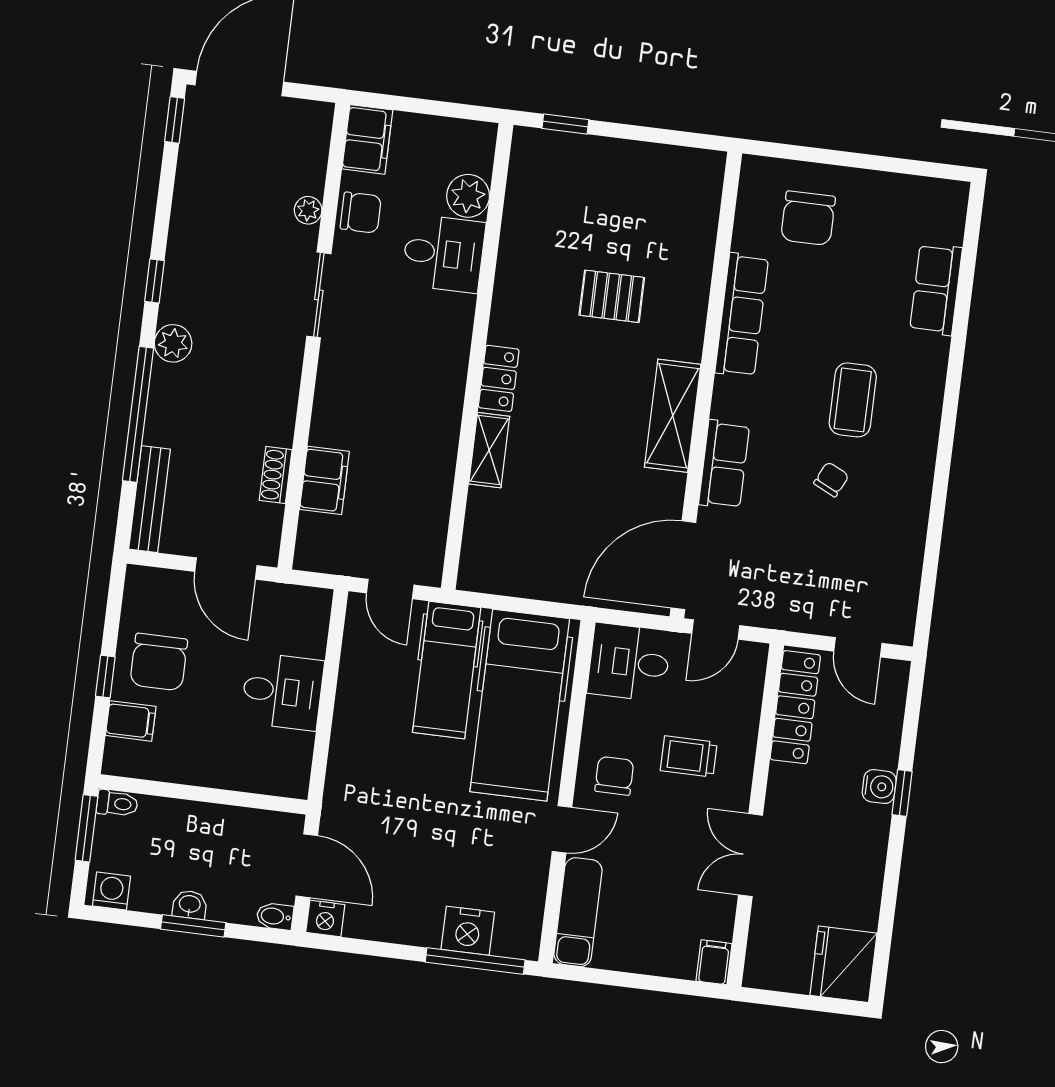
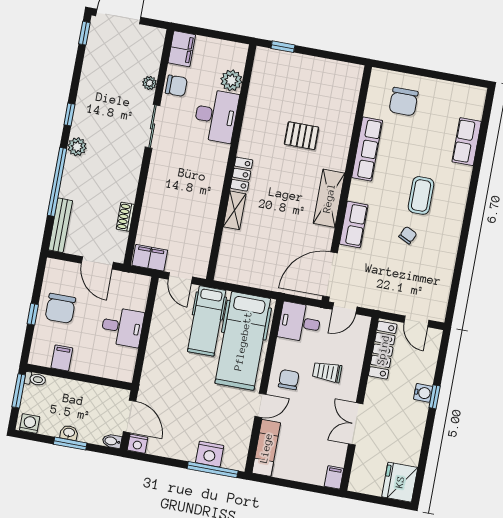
desk: (443, 254) -> (216, 116), width x1.37
filing cabinet: (324, 480) -> (150, 258), moved, turned -90
filing cabinet: (131, 721) -> (62, 358), moved, turned -90

